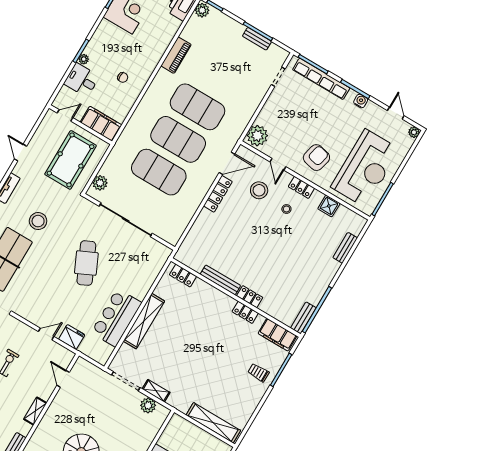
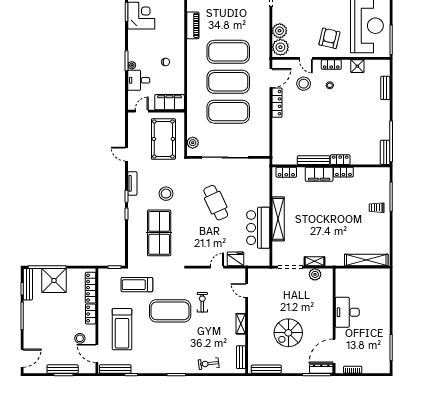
plant: (267, 117) -> (280, 31), added
filing cabinet: (277, 335) -> (319, 174), moved

